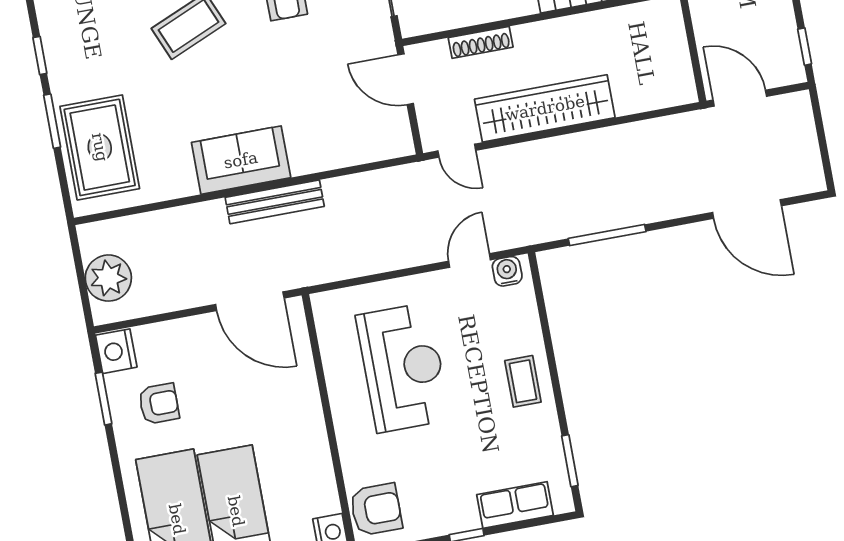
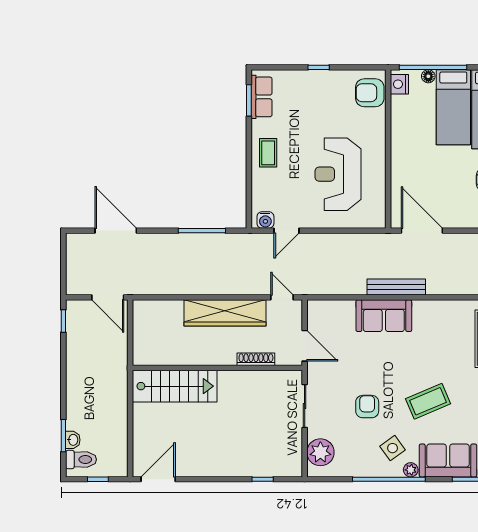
sofa: (241, 160) -> (384, 316), moved
row of seats: (515, 505) -> (262, 97), moved, turned -90

